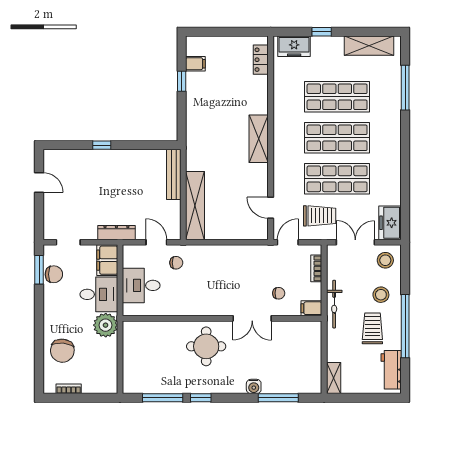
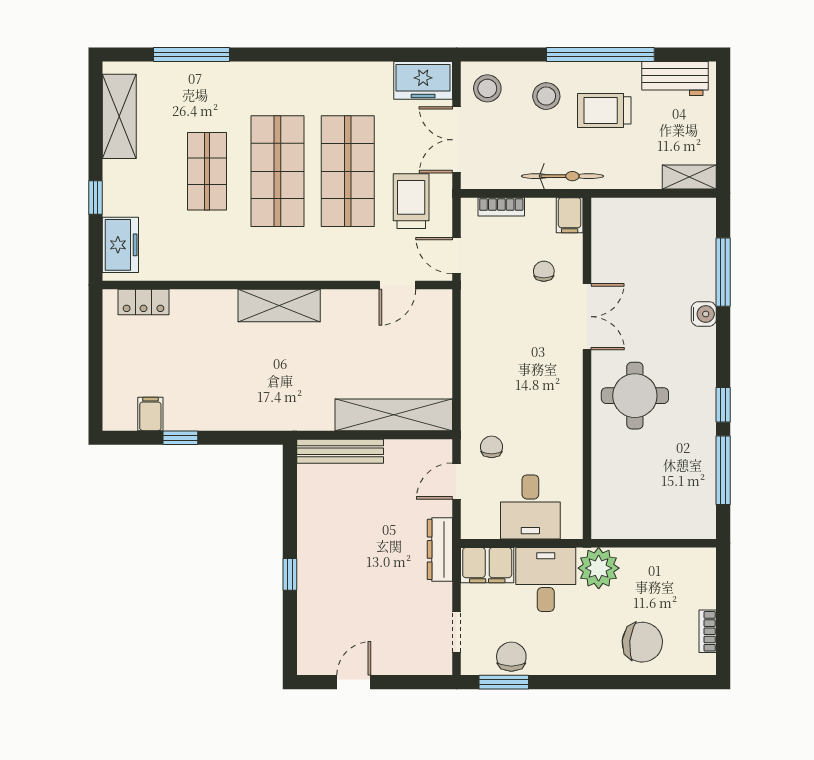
shop shelf: (337, 97) -> (207, 171), width x0.70, depth x0.74

